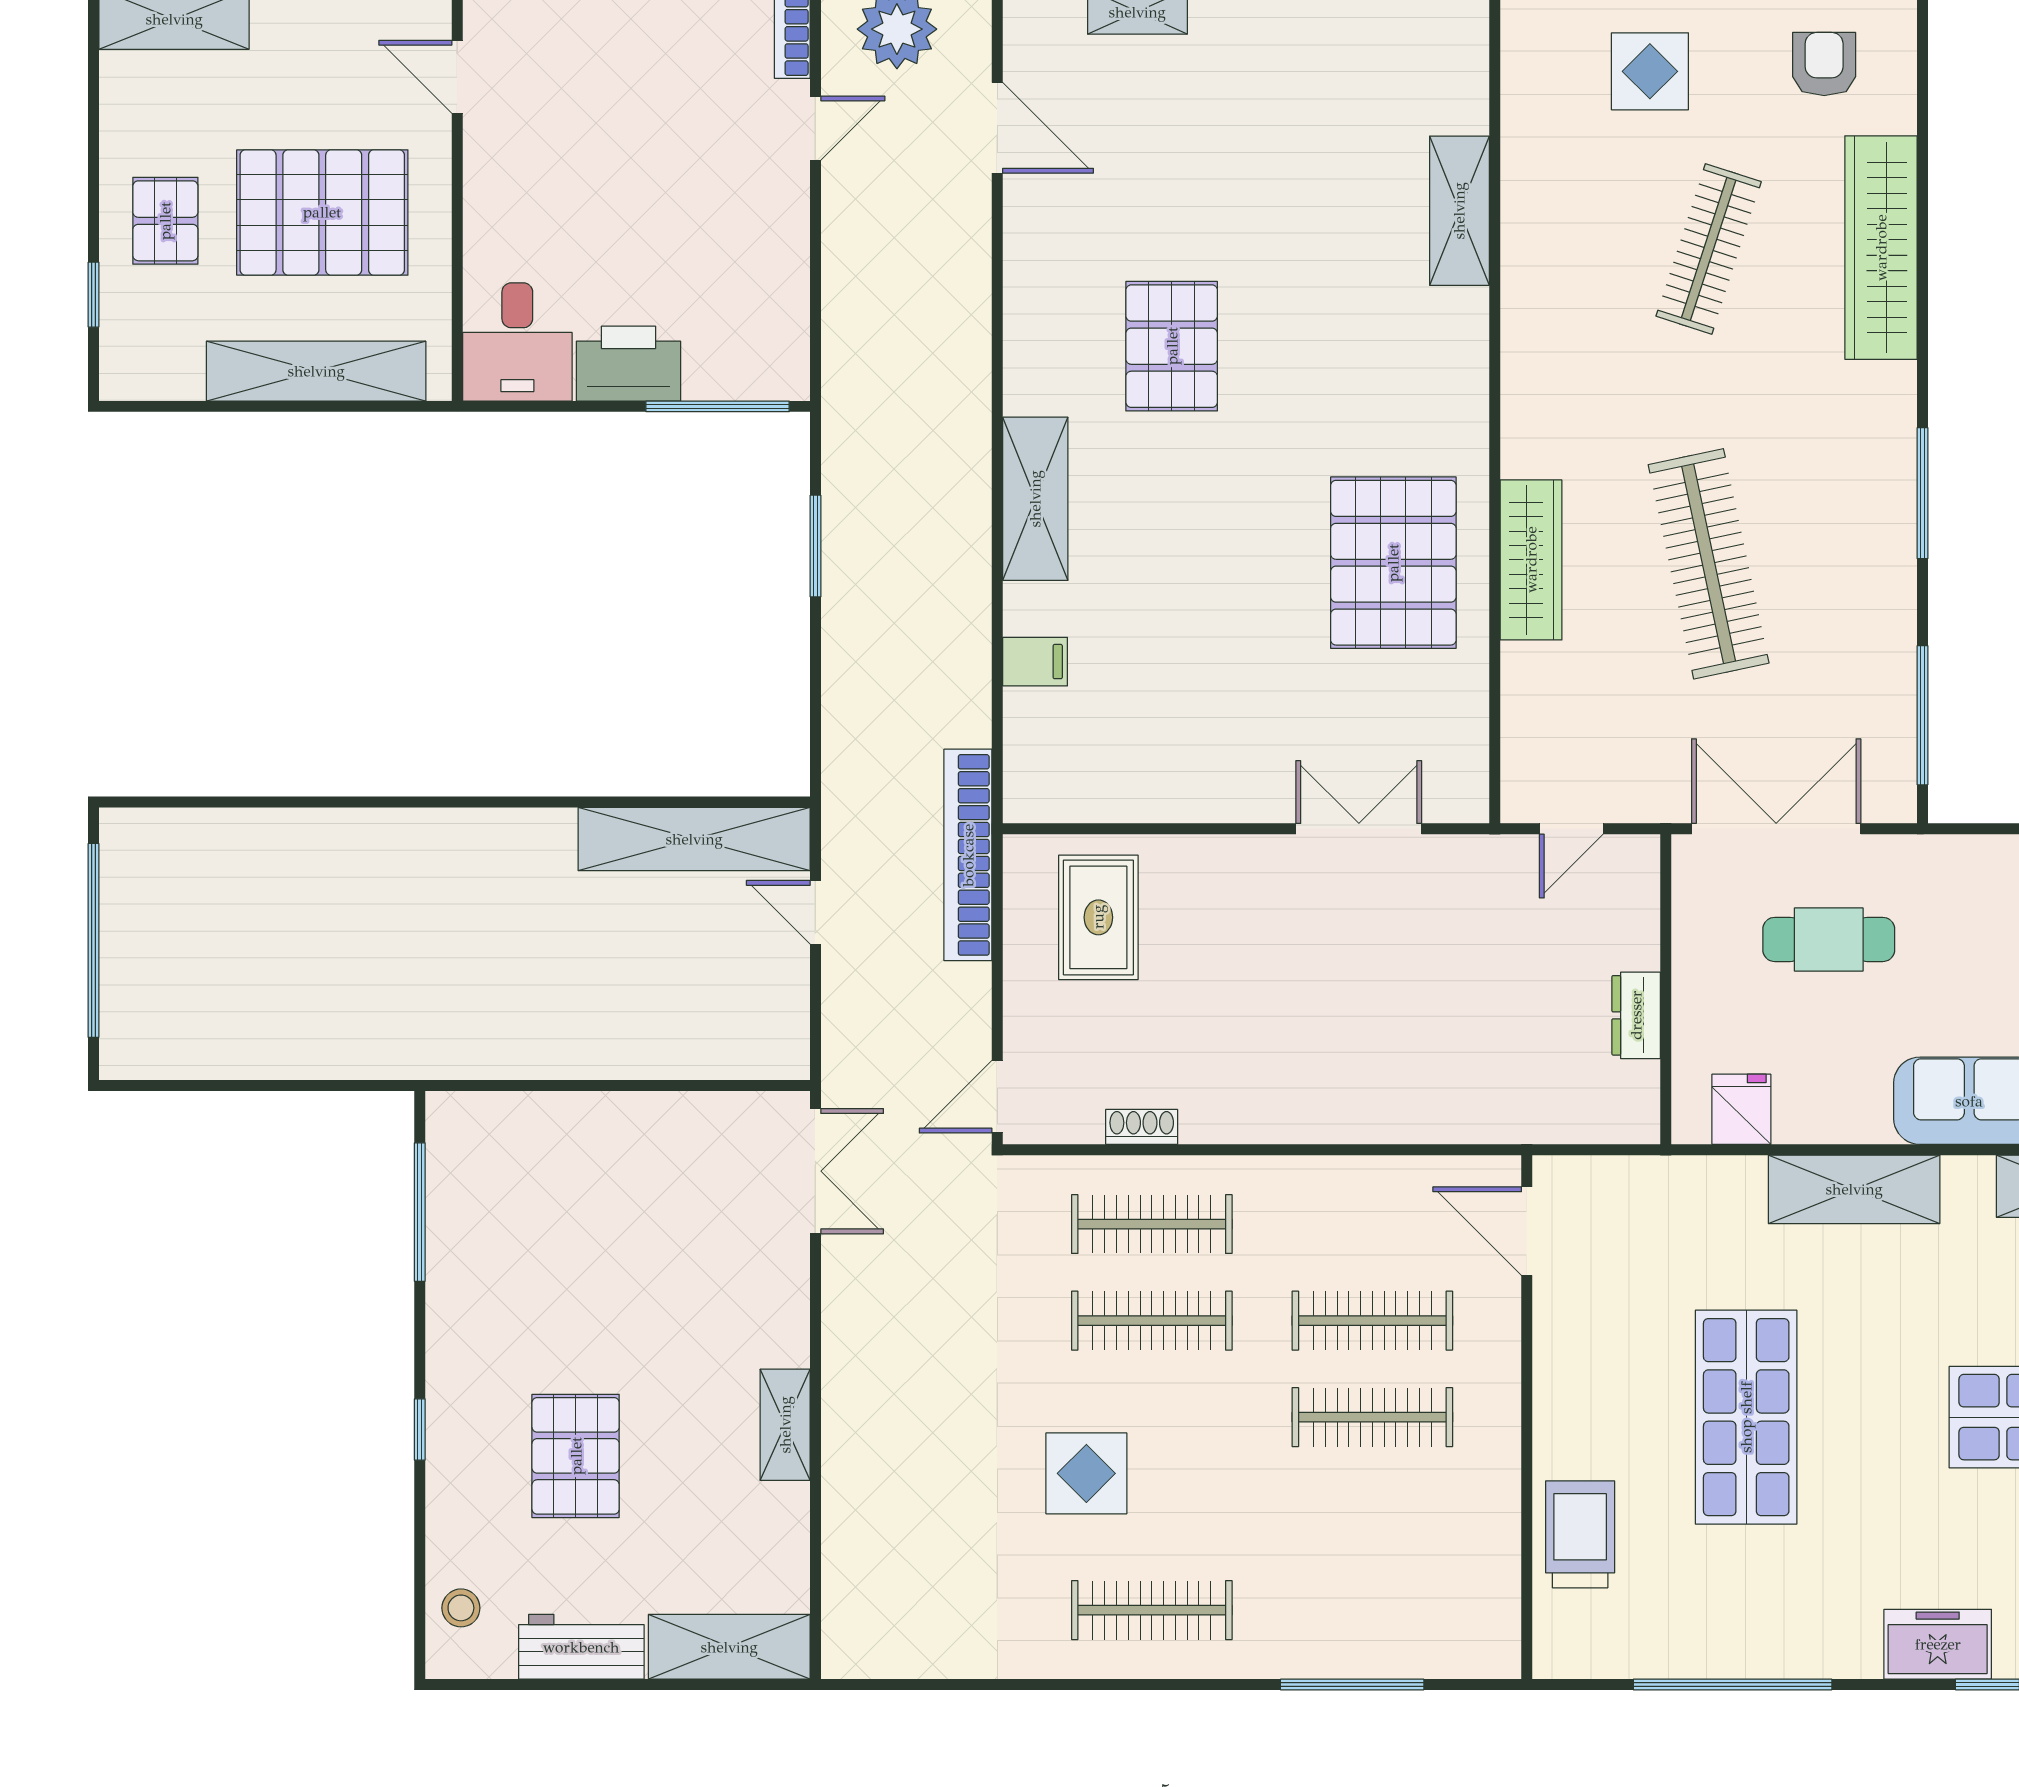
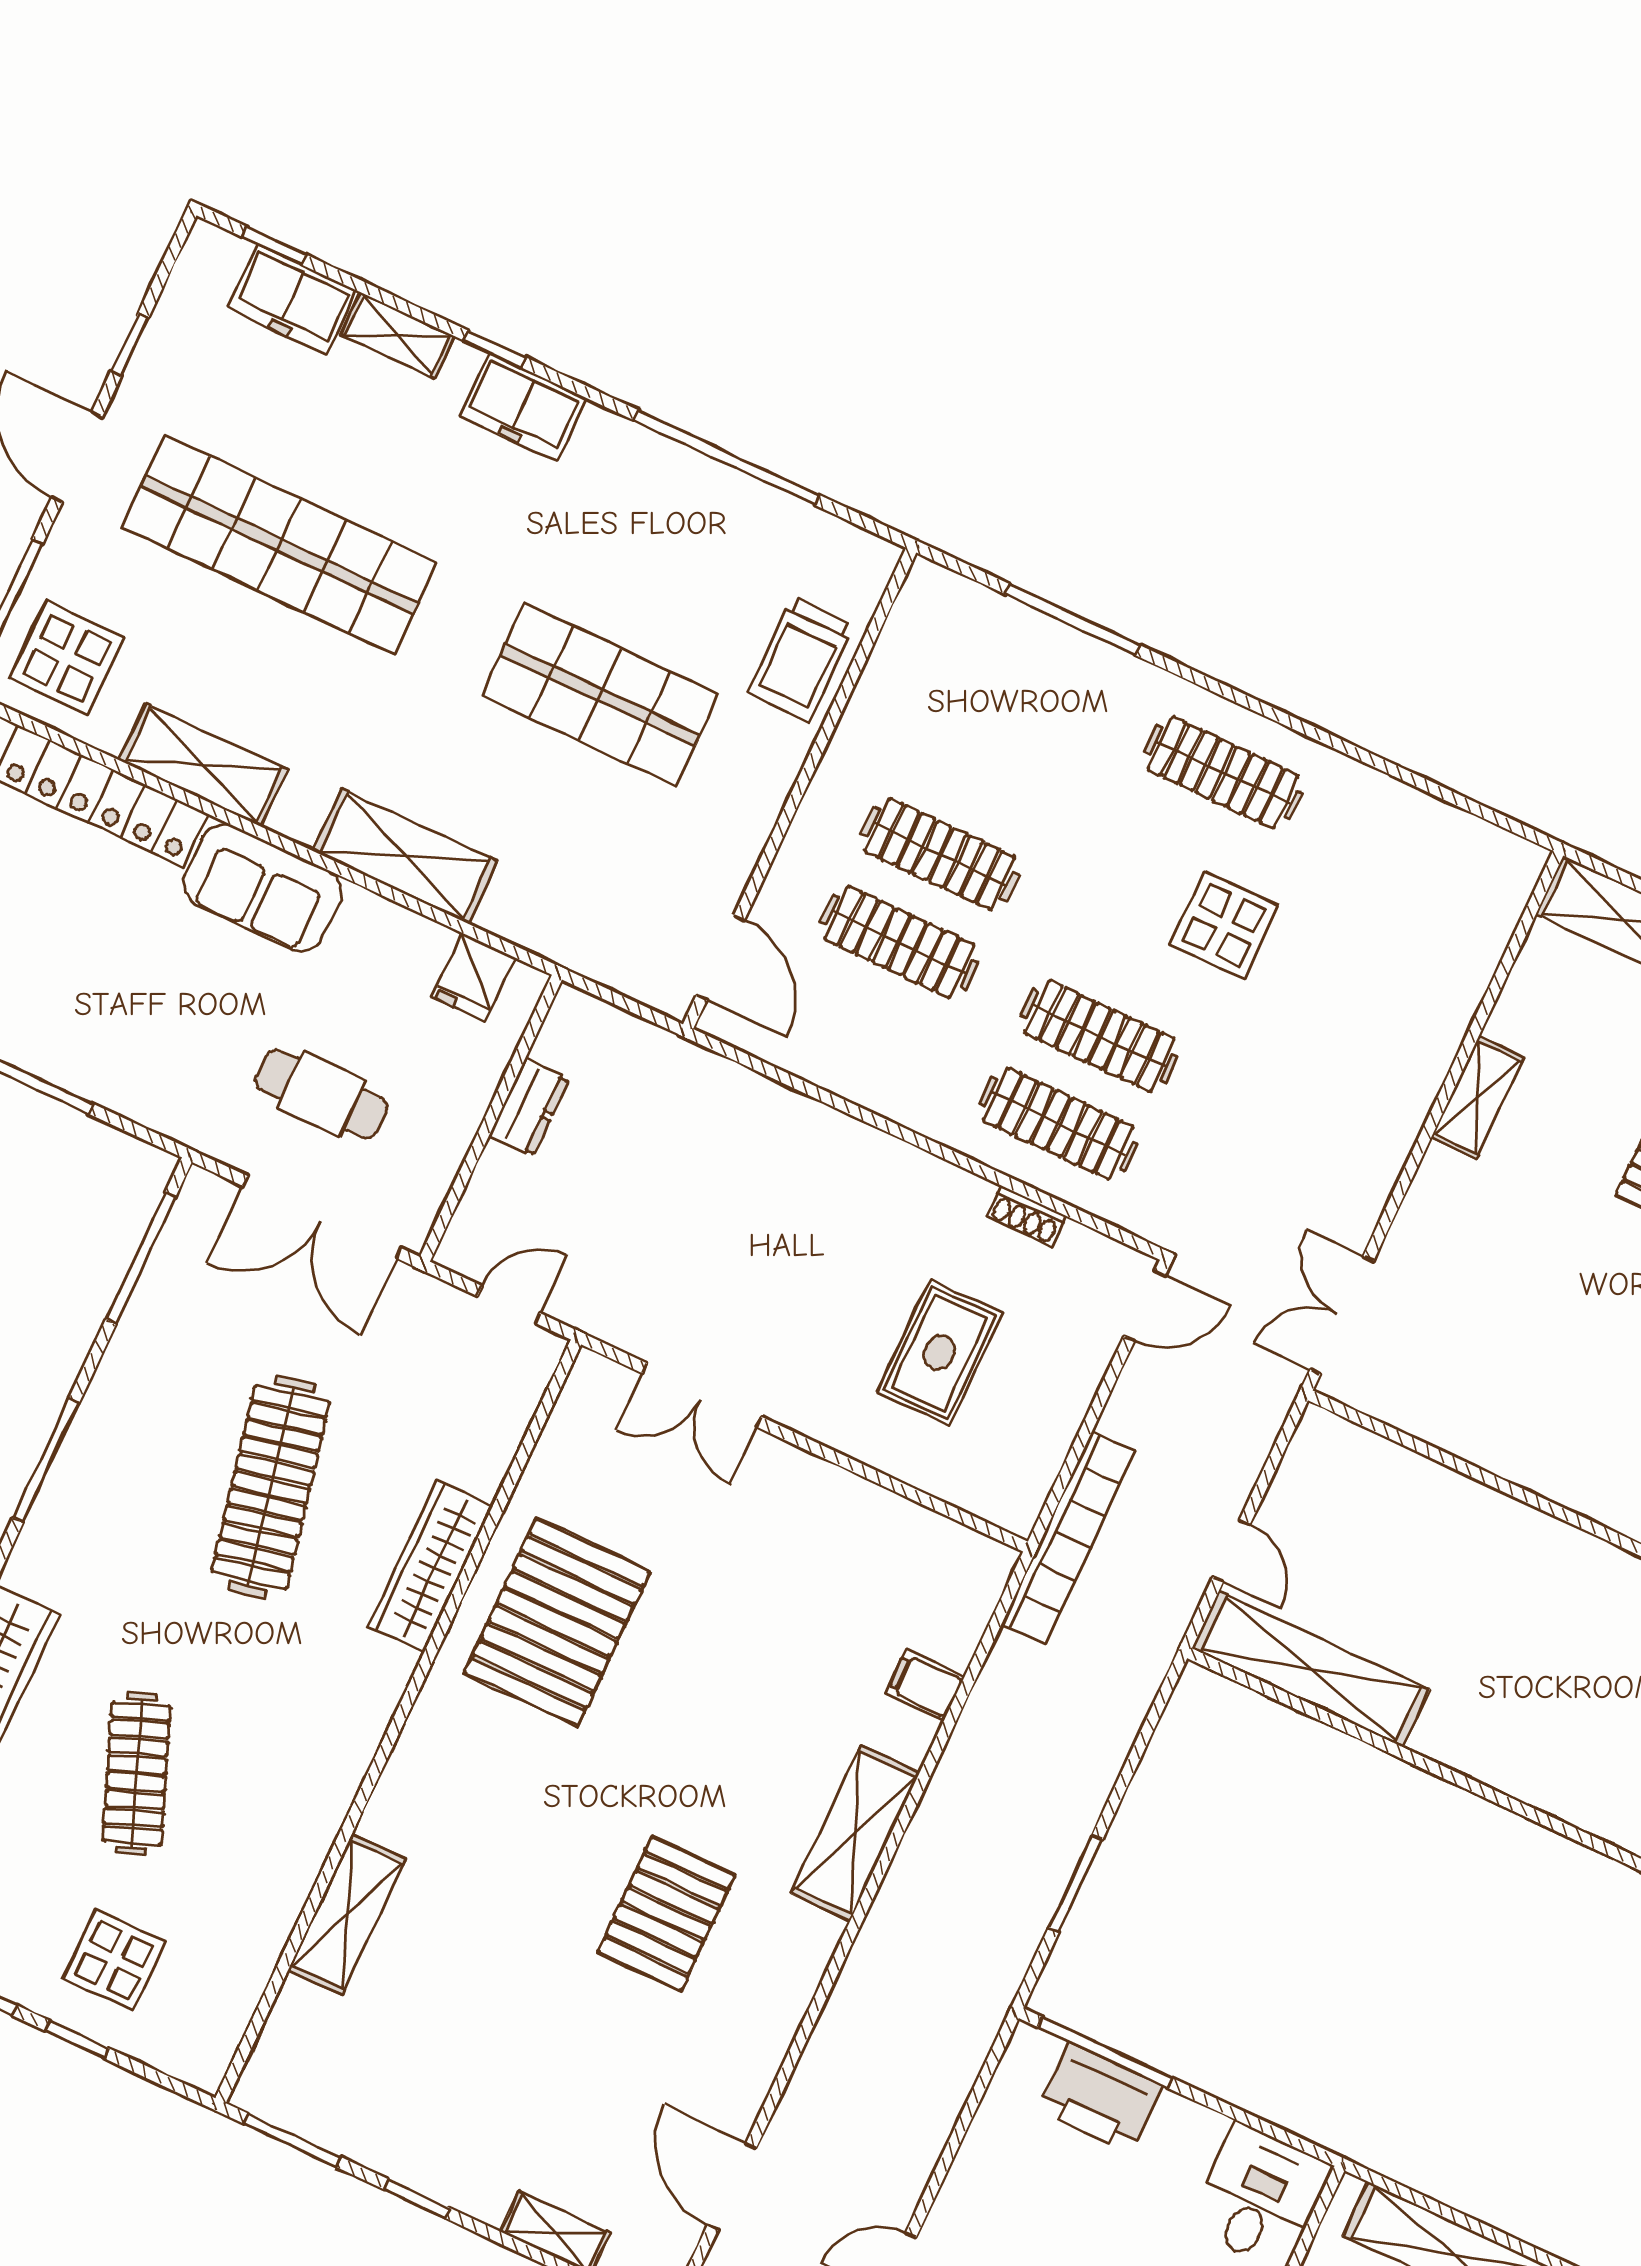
clothes rail: (1709, 249) -> (137, 1773), turned -39
printer: (629, 364) -> (1100, 2097), moved
rug: (1098, 917) -> (940, 1353), moved
shop shelf: (1746, 1417) -> (600, 695), turned 90

